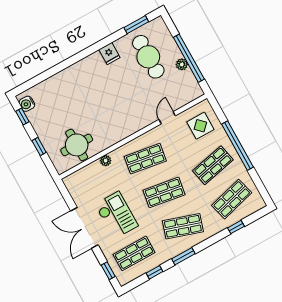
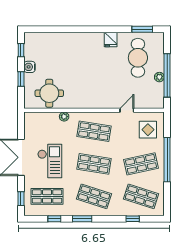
water cooler: (27, 104) -> (29, 67), moved
shop shelf: (232, 199) -> (141, 196), turned 33

